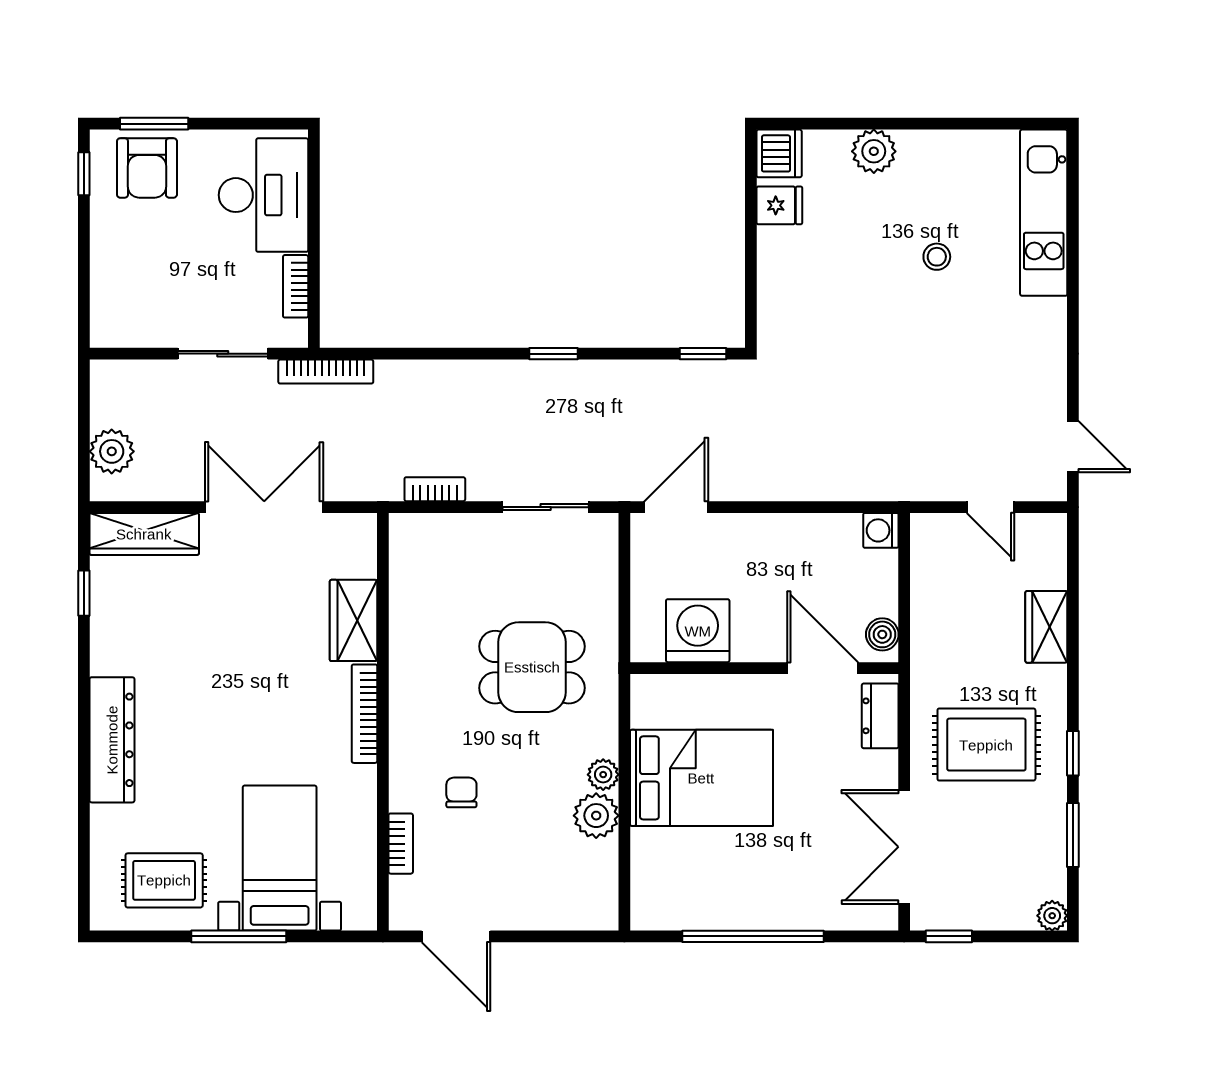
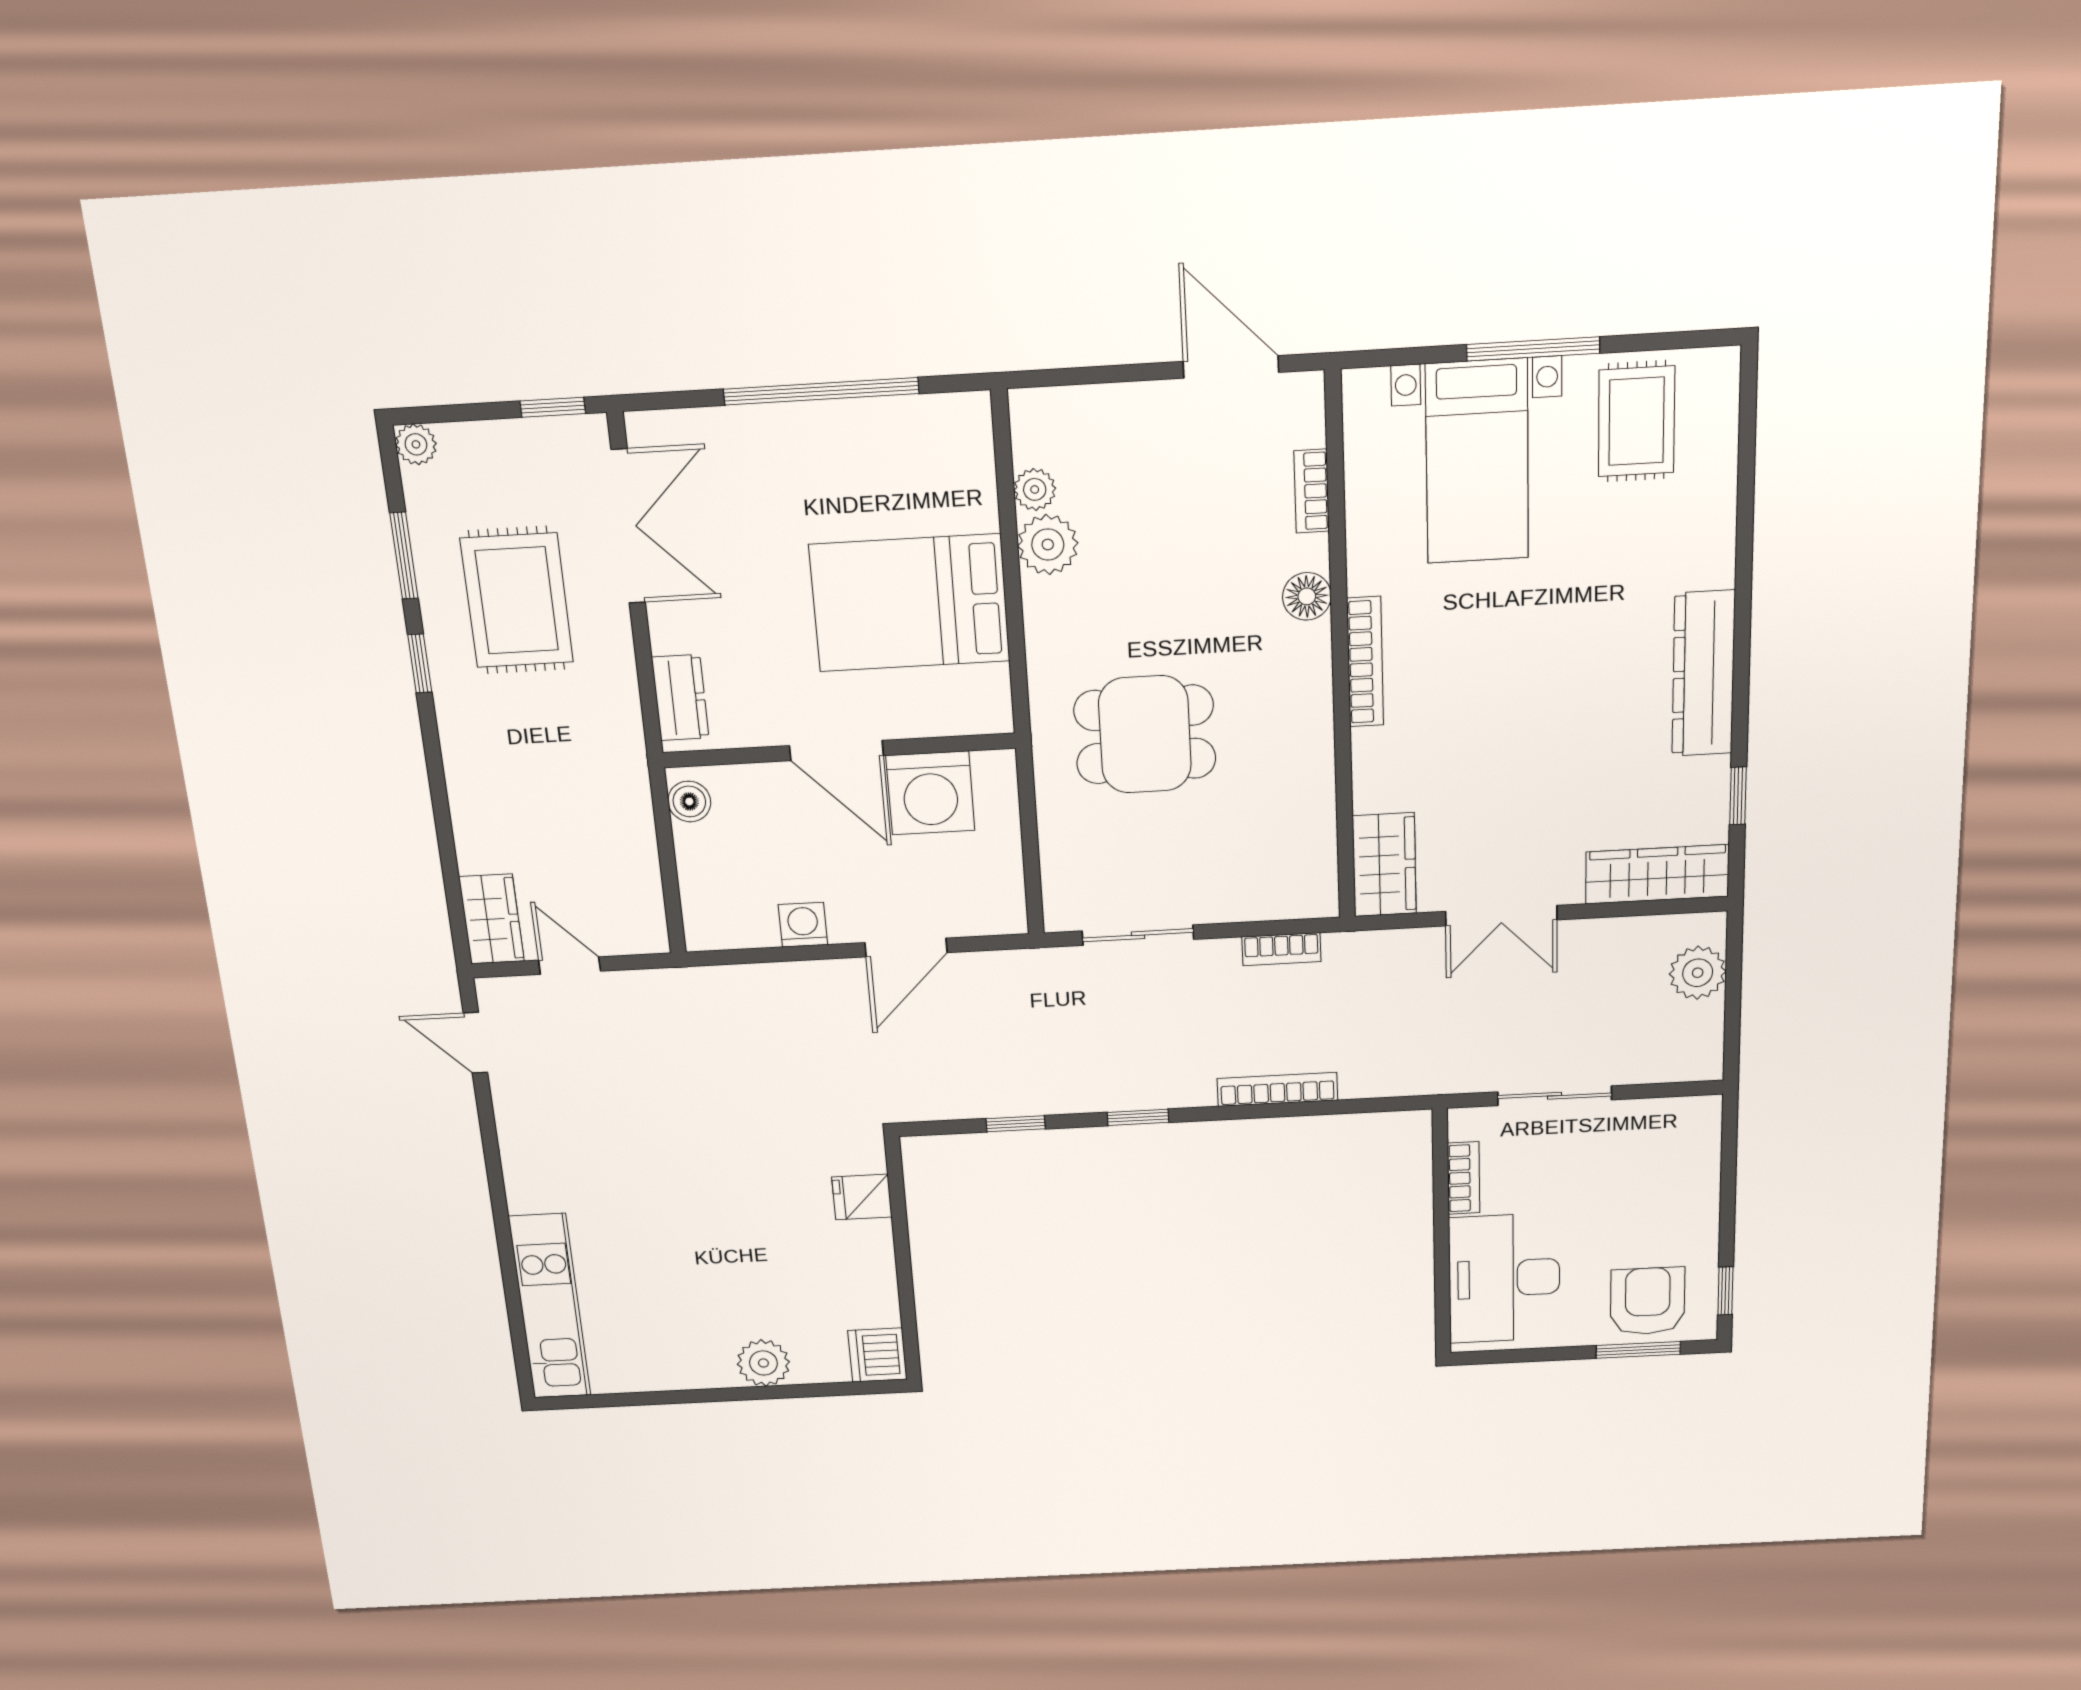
fridge: (779, 205) -> (862, 1197), moved
stool: (937, 257) -> (673, 1251), removed
window: (703, 354) -> (1016, 1124), moved
bookcase: (326, 372) -> (1277, 1089), moved
double door: (264, 507) -> (1501, 916), width x0.73
door: (676, 507) -> (906, 948), moved
washing machine: (881, 530) -> (803, 925), moved, turned -90
wardrobe: (353, 620) -> (1384, 865), moved
wardrobe: (1046, 627) -> (491, 919), moved
door: (823, 668) -> (836, 751), moved
dresser: (112, 740) -> (1703, 674), moved
rug: (986, 745) -> (517, 600), moved, turned 90
floor lamp: (407, 766) -> (1307, 596), added
plant: (603, 775) -> (1035, 489), moved
chair: (461, 792) -> (1232, 565), removed
rug: (164, 880) -> (1636, 421), turned 90

